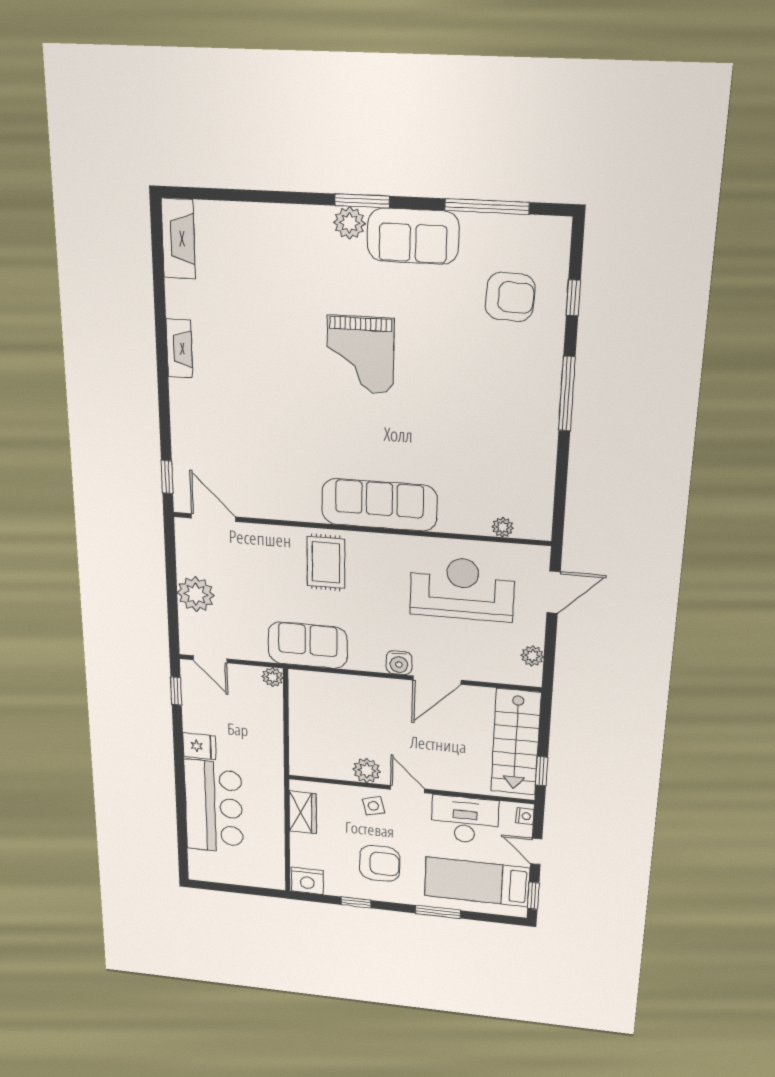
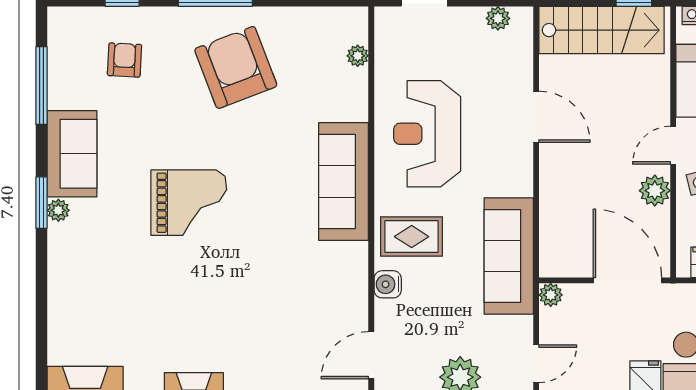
plant: (349, 223) -> (58, 210), width x0.73, depth x0.73
armchair: (510, 297) -> (124, 60), width x0.72, depth x0.72
armchair: (497, 410) -> (236, 67), added
reception desk: (462, 589) -> (427, 134), moved
sofa: (308, 645) -> (509, 256), width x1.36
water cooler: (399, 663) -> (388, 284), moved, turned 180
door: (286, 741) -> (627, 280), added

